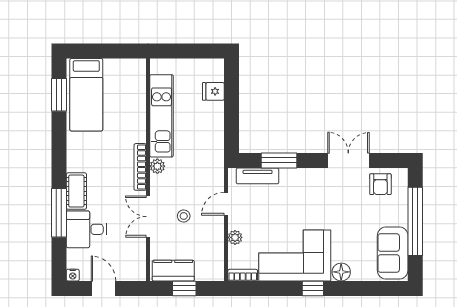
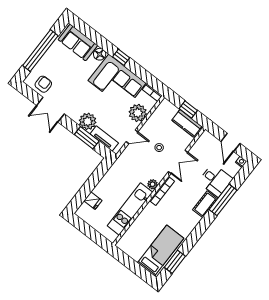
plant: (293, 181) -> (88, 121), added
plant: (235, 237) -> (138, 113), width x1.87, depth x1.87
sofa: (393, 253) -> (78, 42), moved, turned 90

